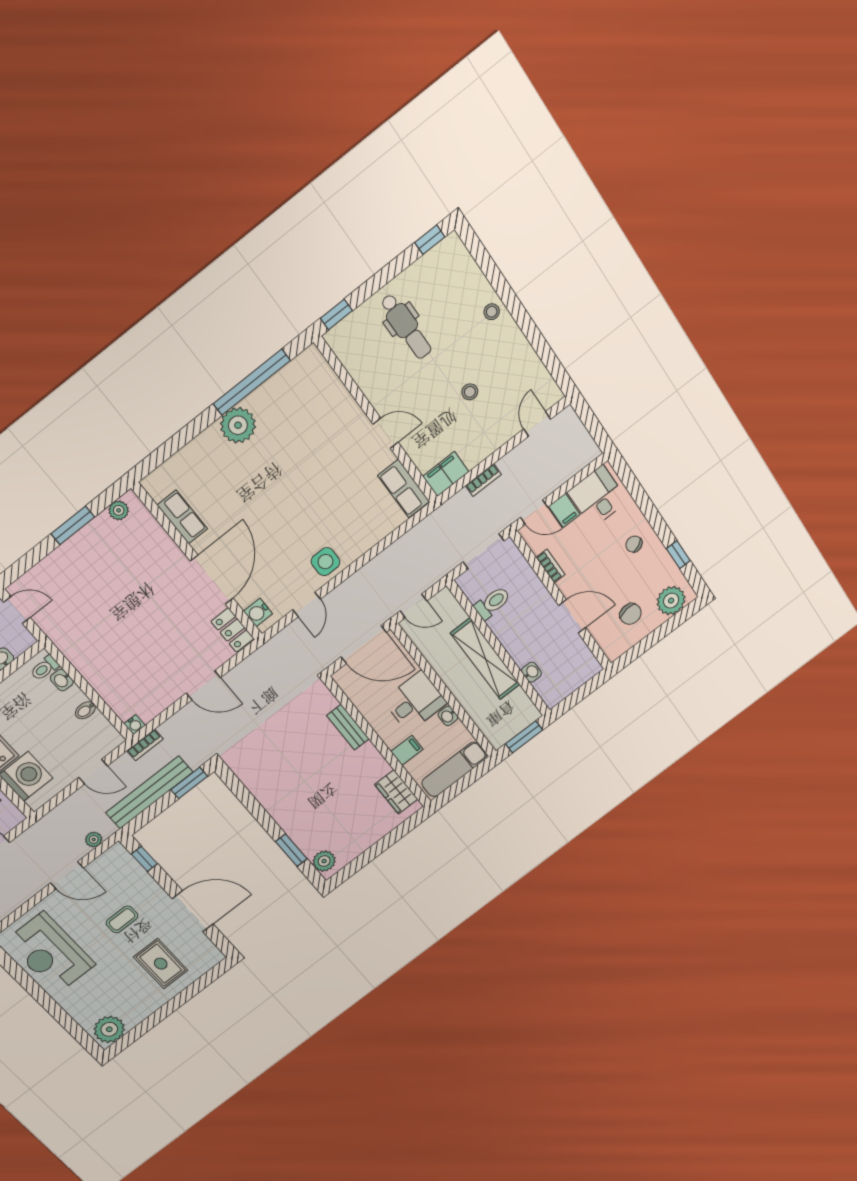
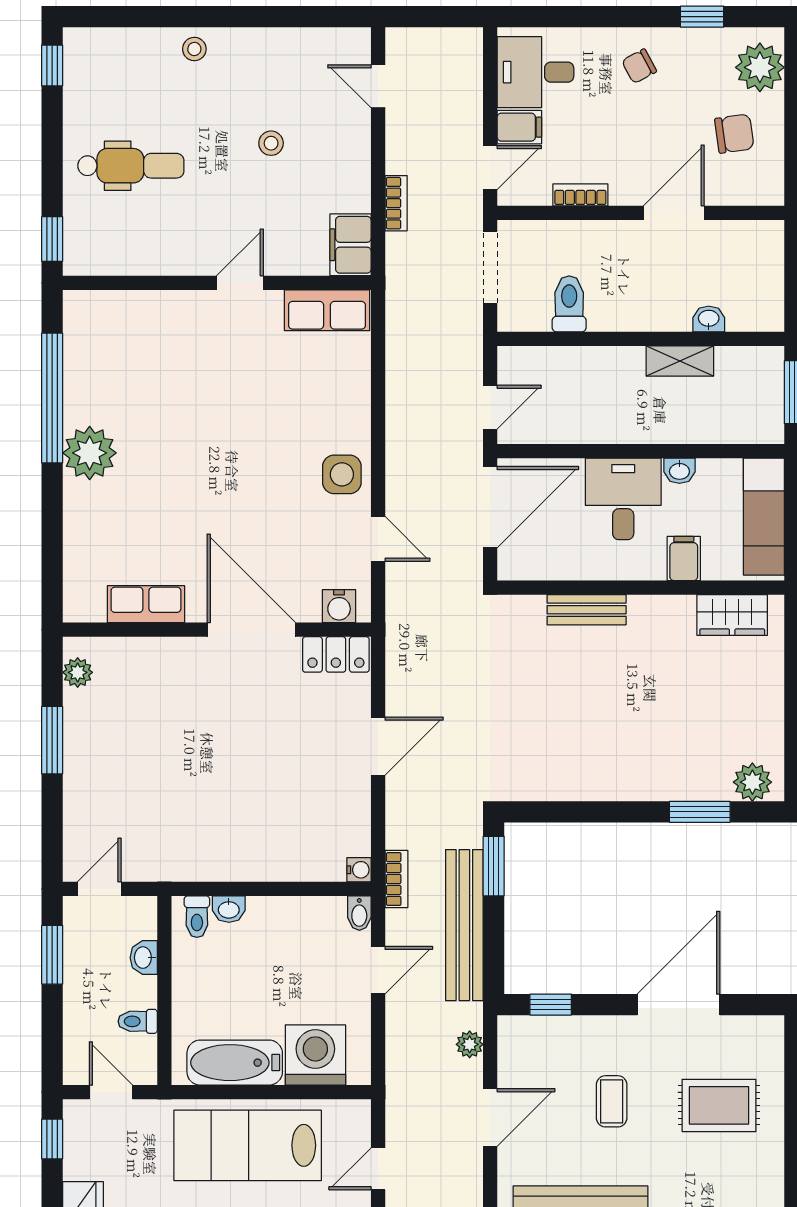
shelving: (485, 659) -> (680, 361), width x0.45, depth x0.75
bidet: (85, 710) -> (359, 913), moved

